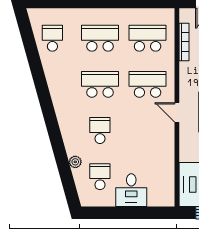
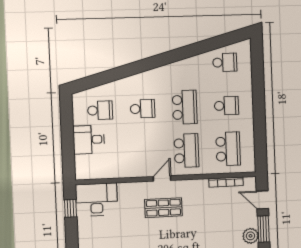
school desk: (100, 38) -> (226, 106), width x0.54
plant: (75, 162) -> (113, 87), removed

